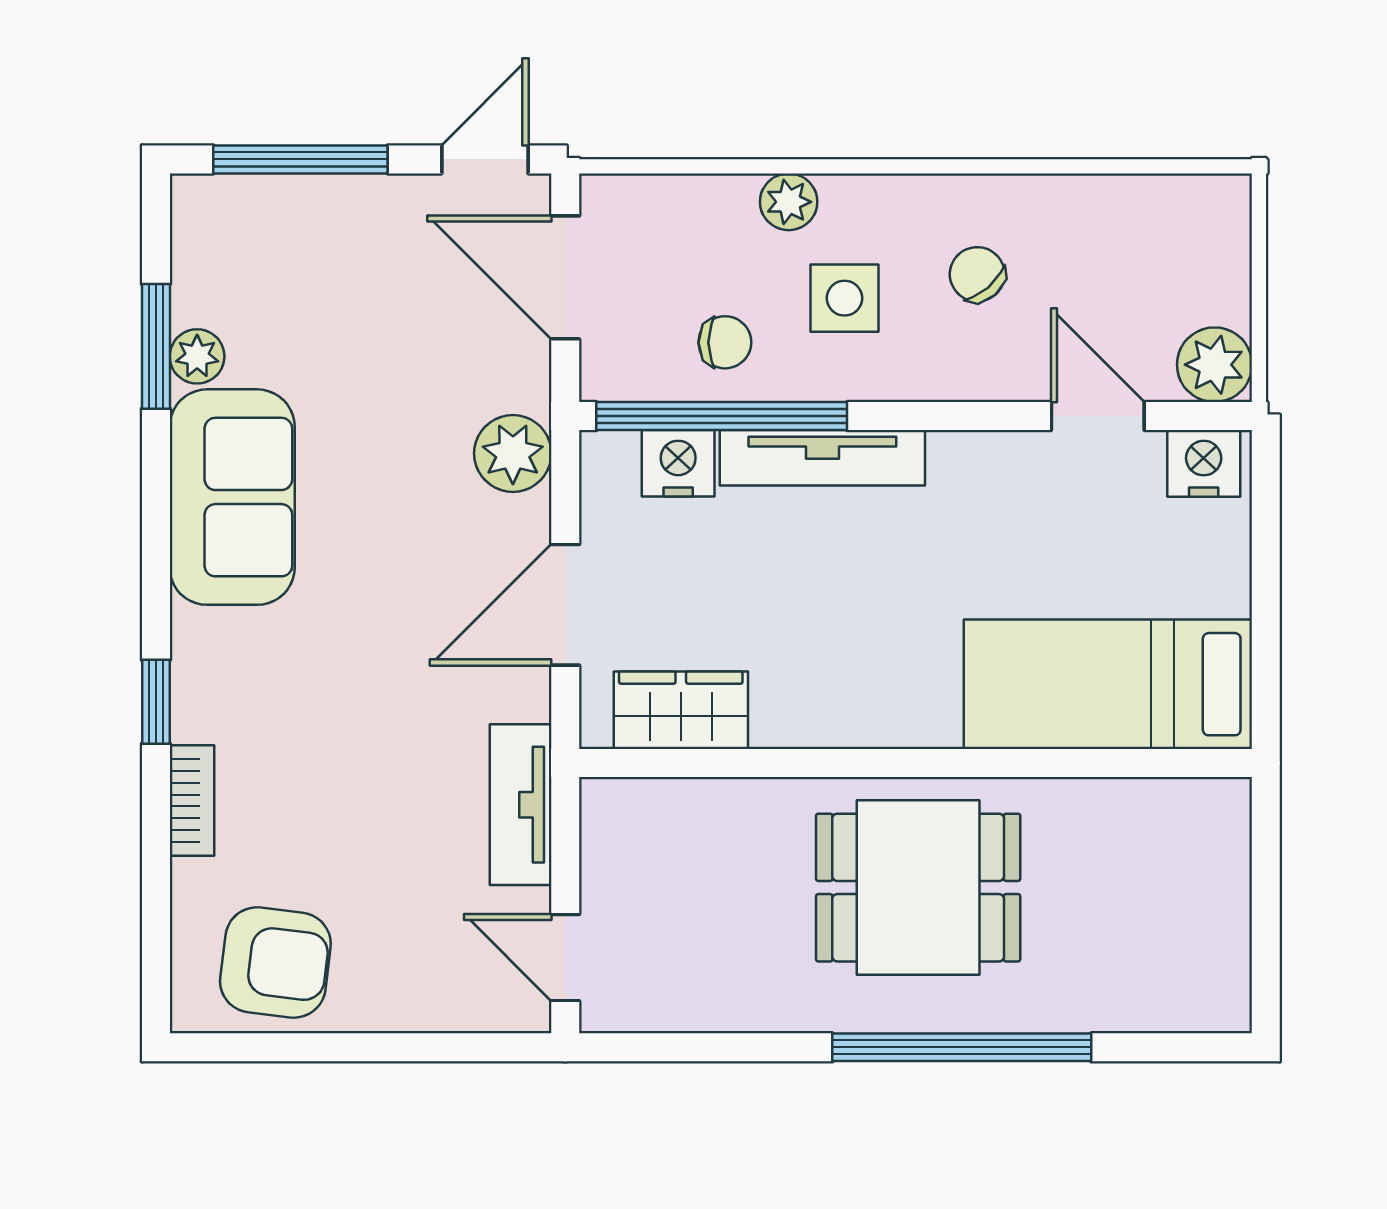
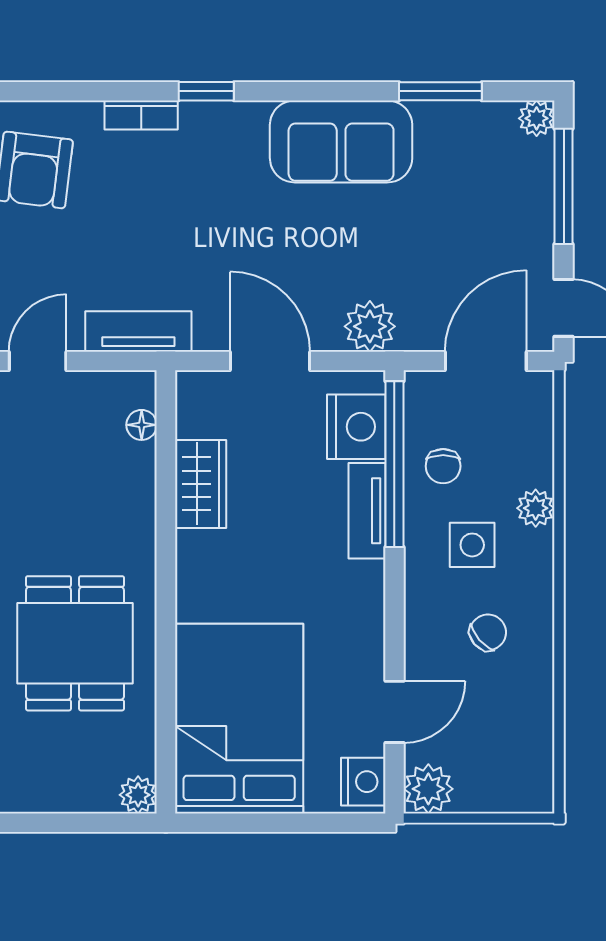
plant: (197, 356) -> (537, 118), moved
tv unit: (822, 458) -> (367, 511), width x0.71
nightstand: (678, 463) -> (356, 427), width x1.36, depth x1.33
bed: (1108, 684) -> (239, 719), width x1.50
wardrobe: (681, 710) -> (201, 484), moved
floor lamp: (662, 800) -> (142, 425), added
plant: (1224, 805) -> (138, 795), added
dining table: (918, 888) -> (75, 643), moved

